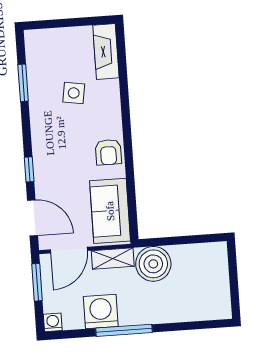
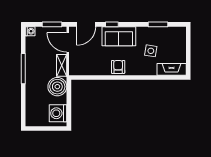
armchair: (108, 152) -> (118, 67), turned 90
sofa: (110, 211) -> (119, 36), moved, turned 180
washing machine: (101, 312) -> (58, 113), moved, turned 180

